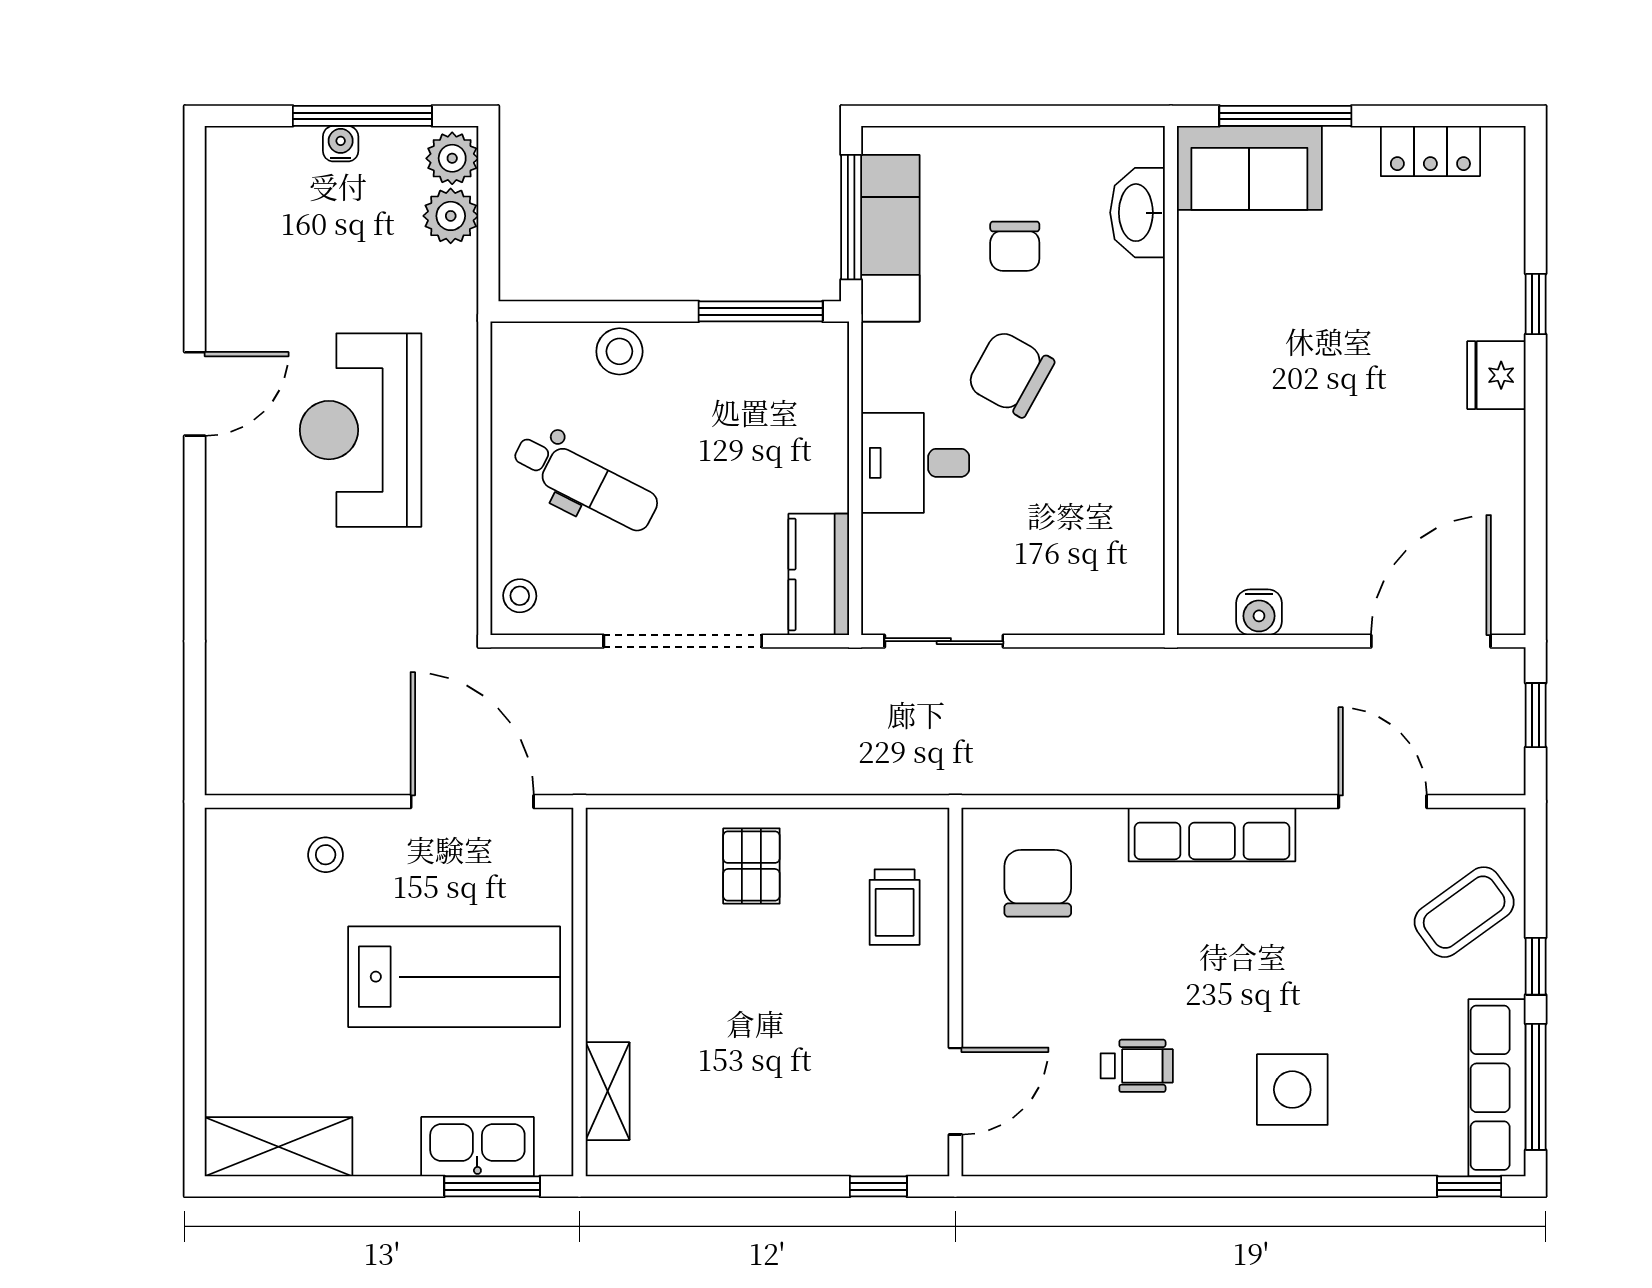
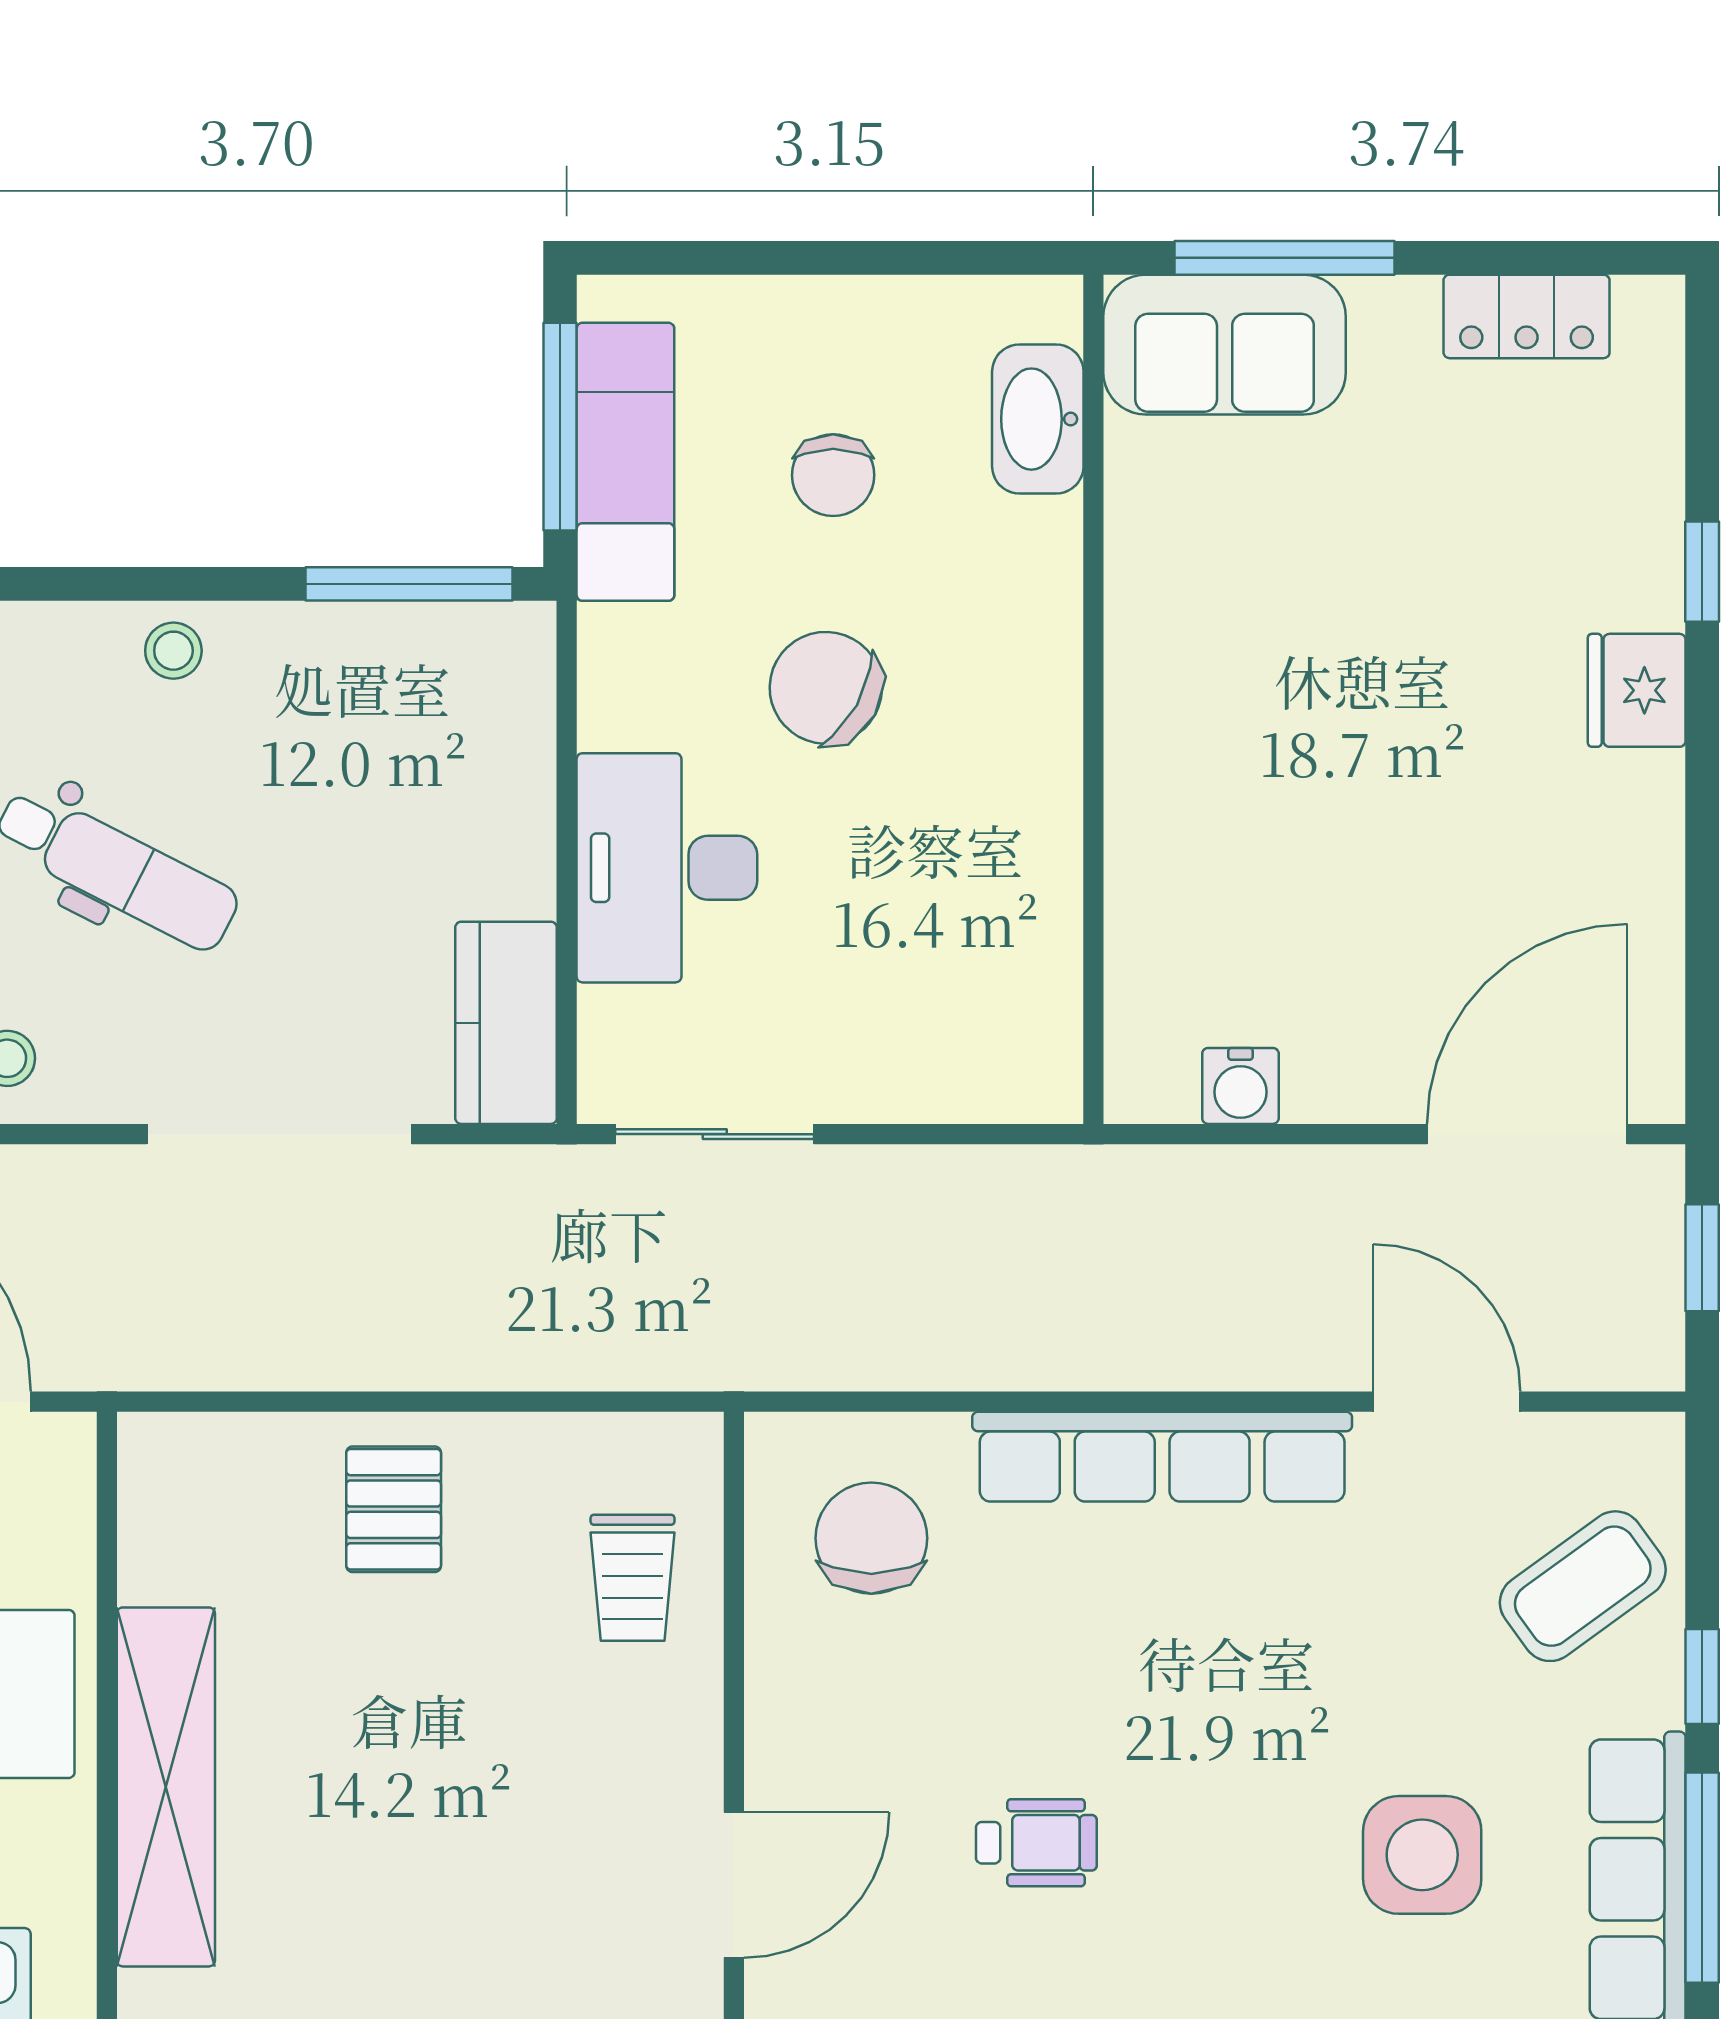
stool: (619, 351) -> (173, 651), width x0.73, depth x0.73
desk: (915, 463) -> (667, 868), width x1.37
row of seats: (1212, 834) -> (1162, 1457), width x1.36
side table: (1292, 1090) -> (1422, 1855), moved
shelving: (608, 1091) -> (166, 1787), width x2.20, depth x1.33

